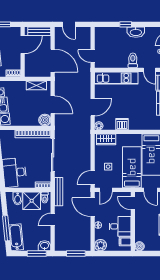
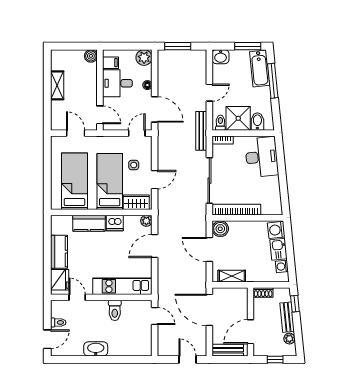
window: (126, 24) -> (110, 360), removed
toilet: (133, 60) -> (115, 310), moved
kitchen counter: (141, 124) -> (89, 223), added
bed: (132, 167) -> (110, 182), moved, turned 180
door: (93, 177) -> (155, 180), moved
window: (37, 253) -> (248, 46), moved

